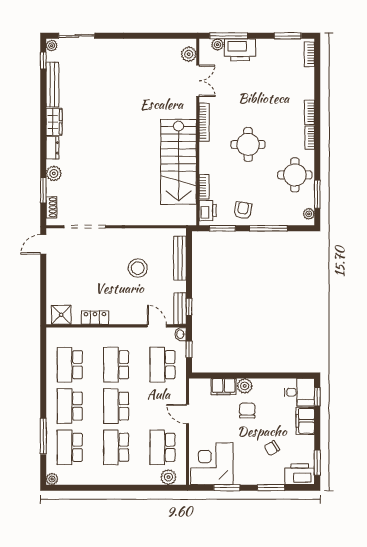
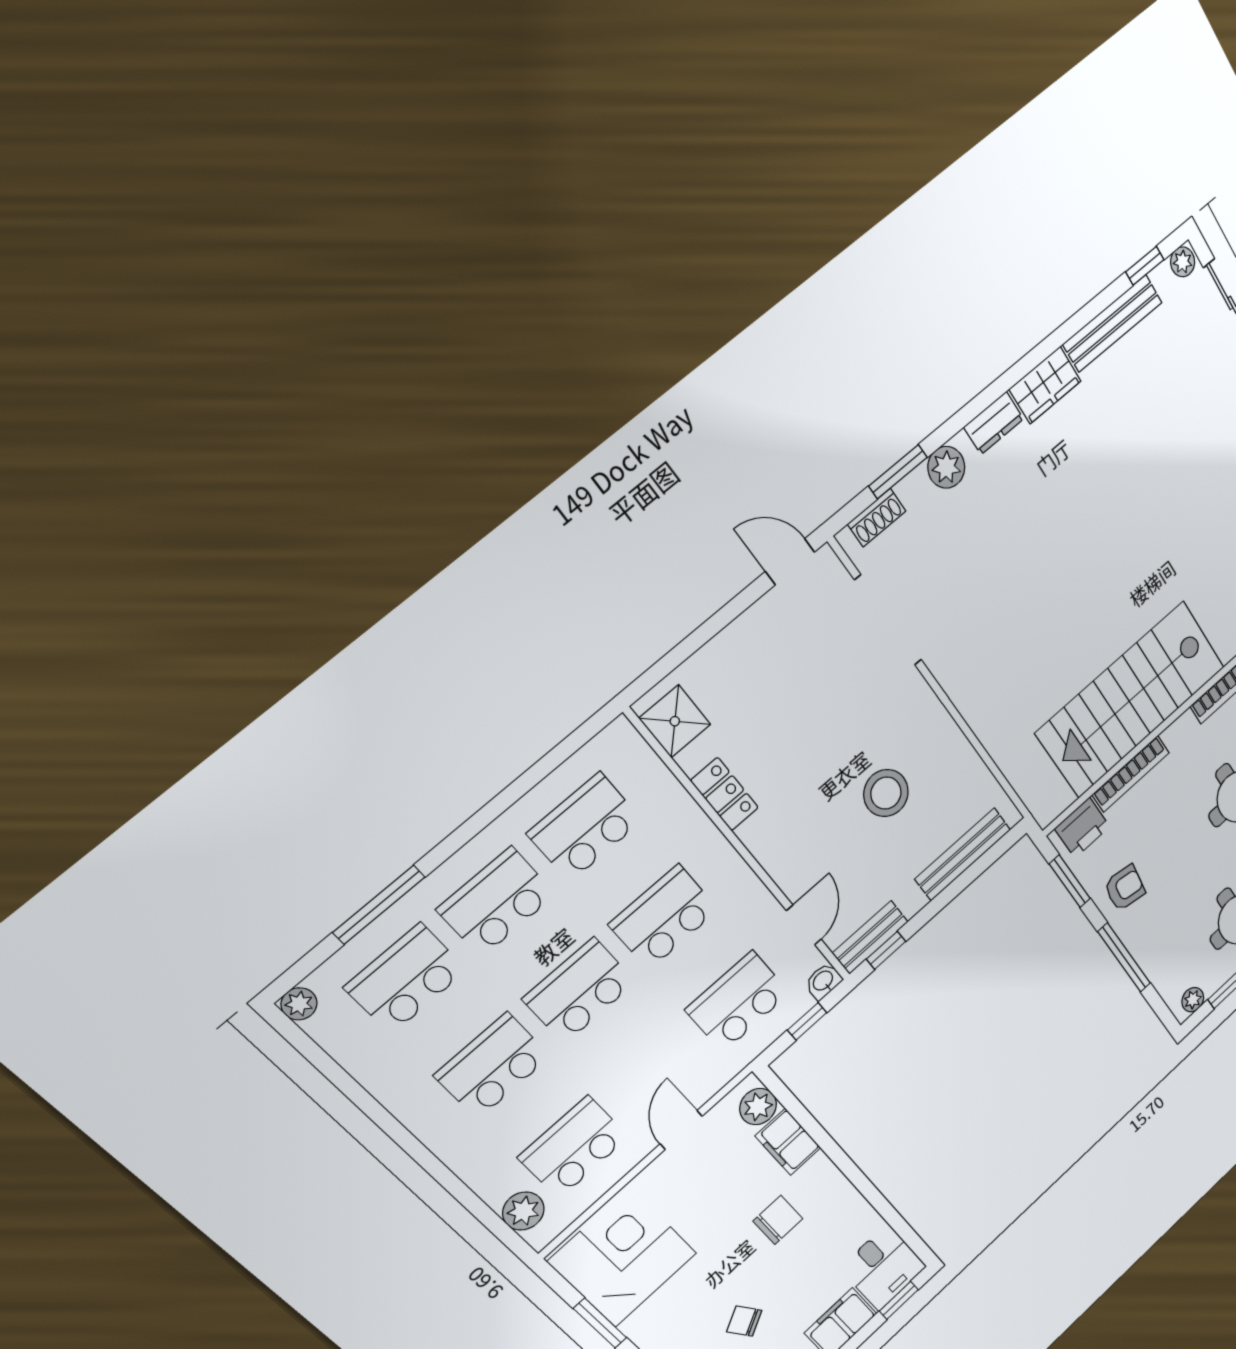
bookcase: (204, 187) -> (1131, 774), width x1.56
plant: (245, 386) -> (758, 1107), moved

